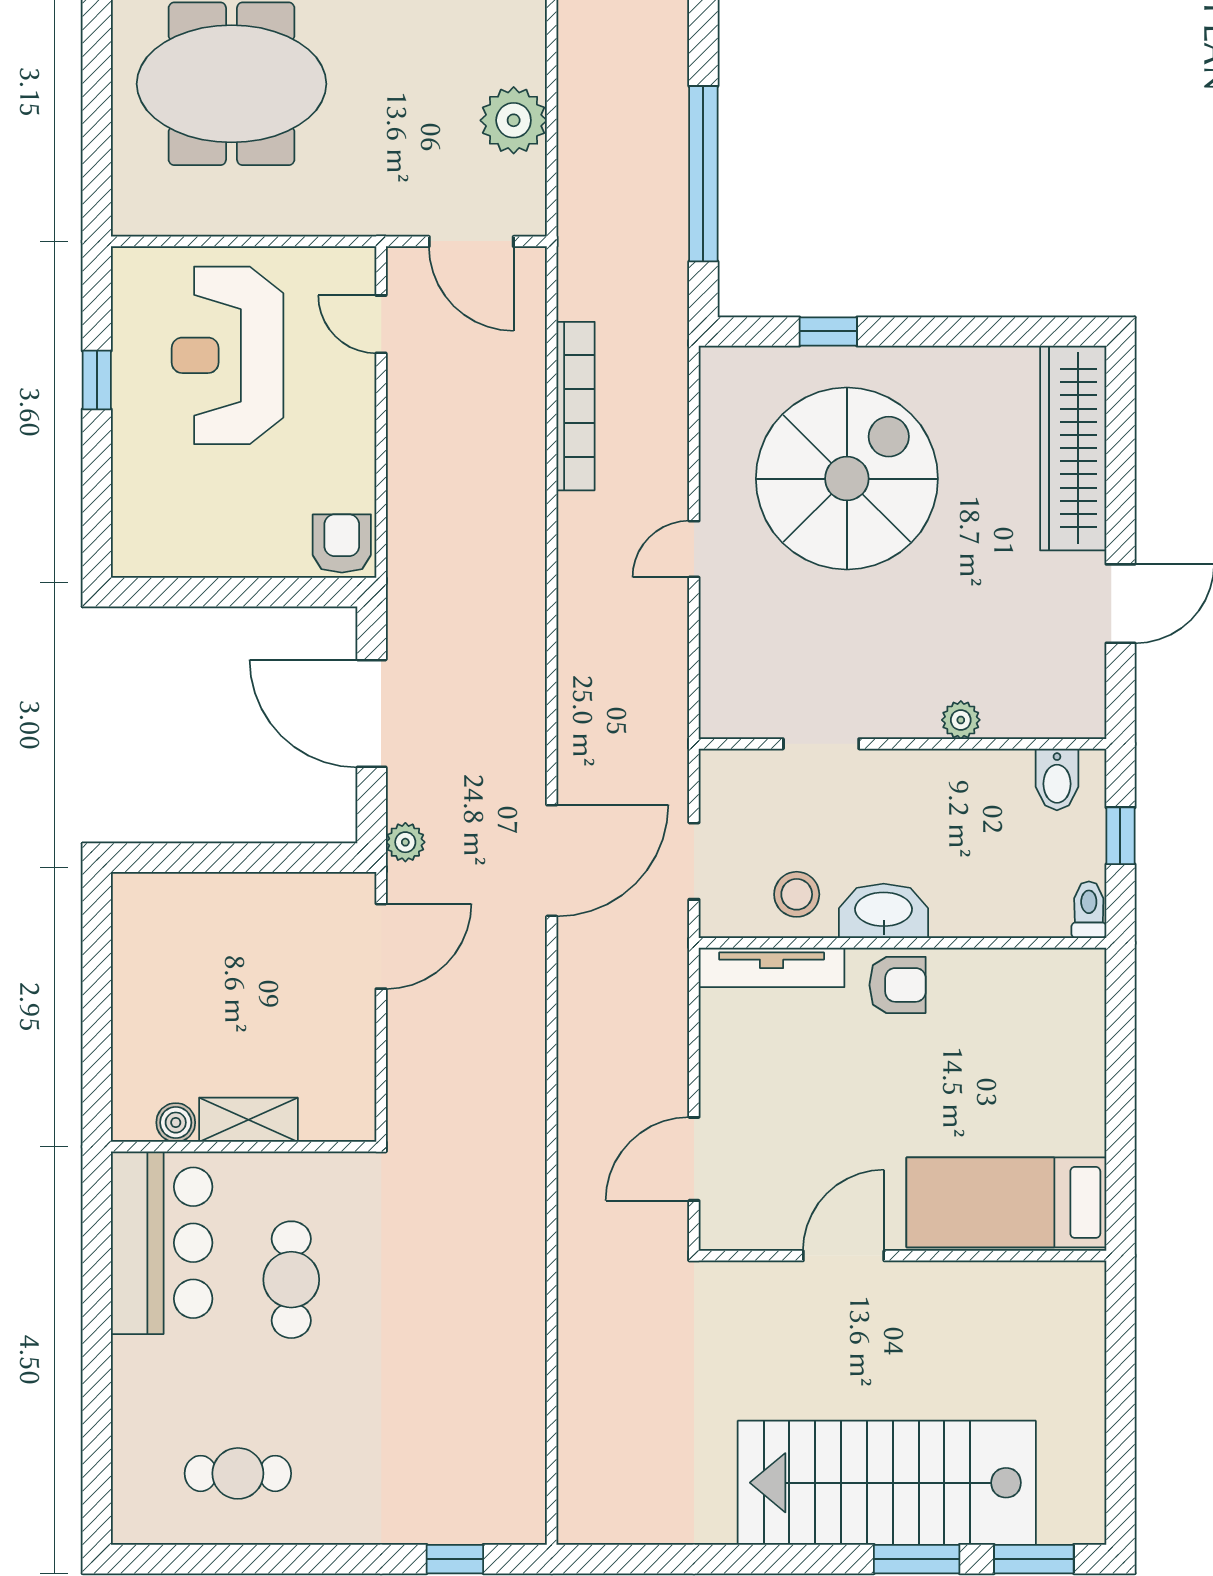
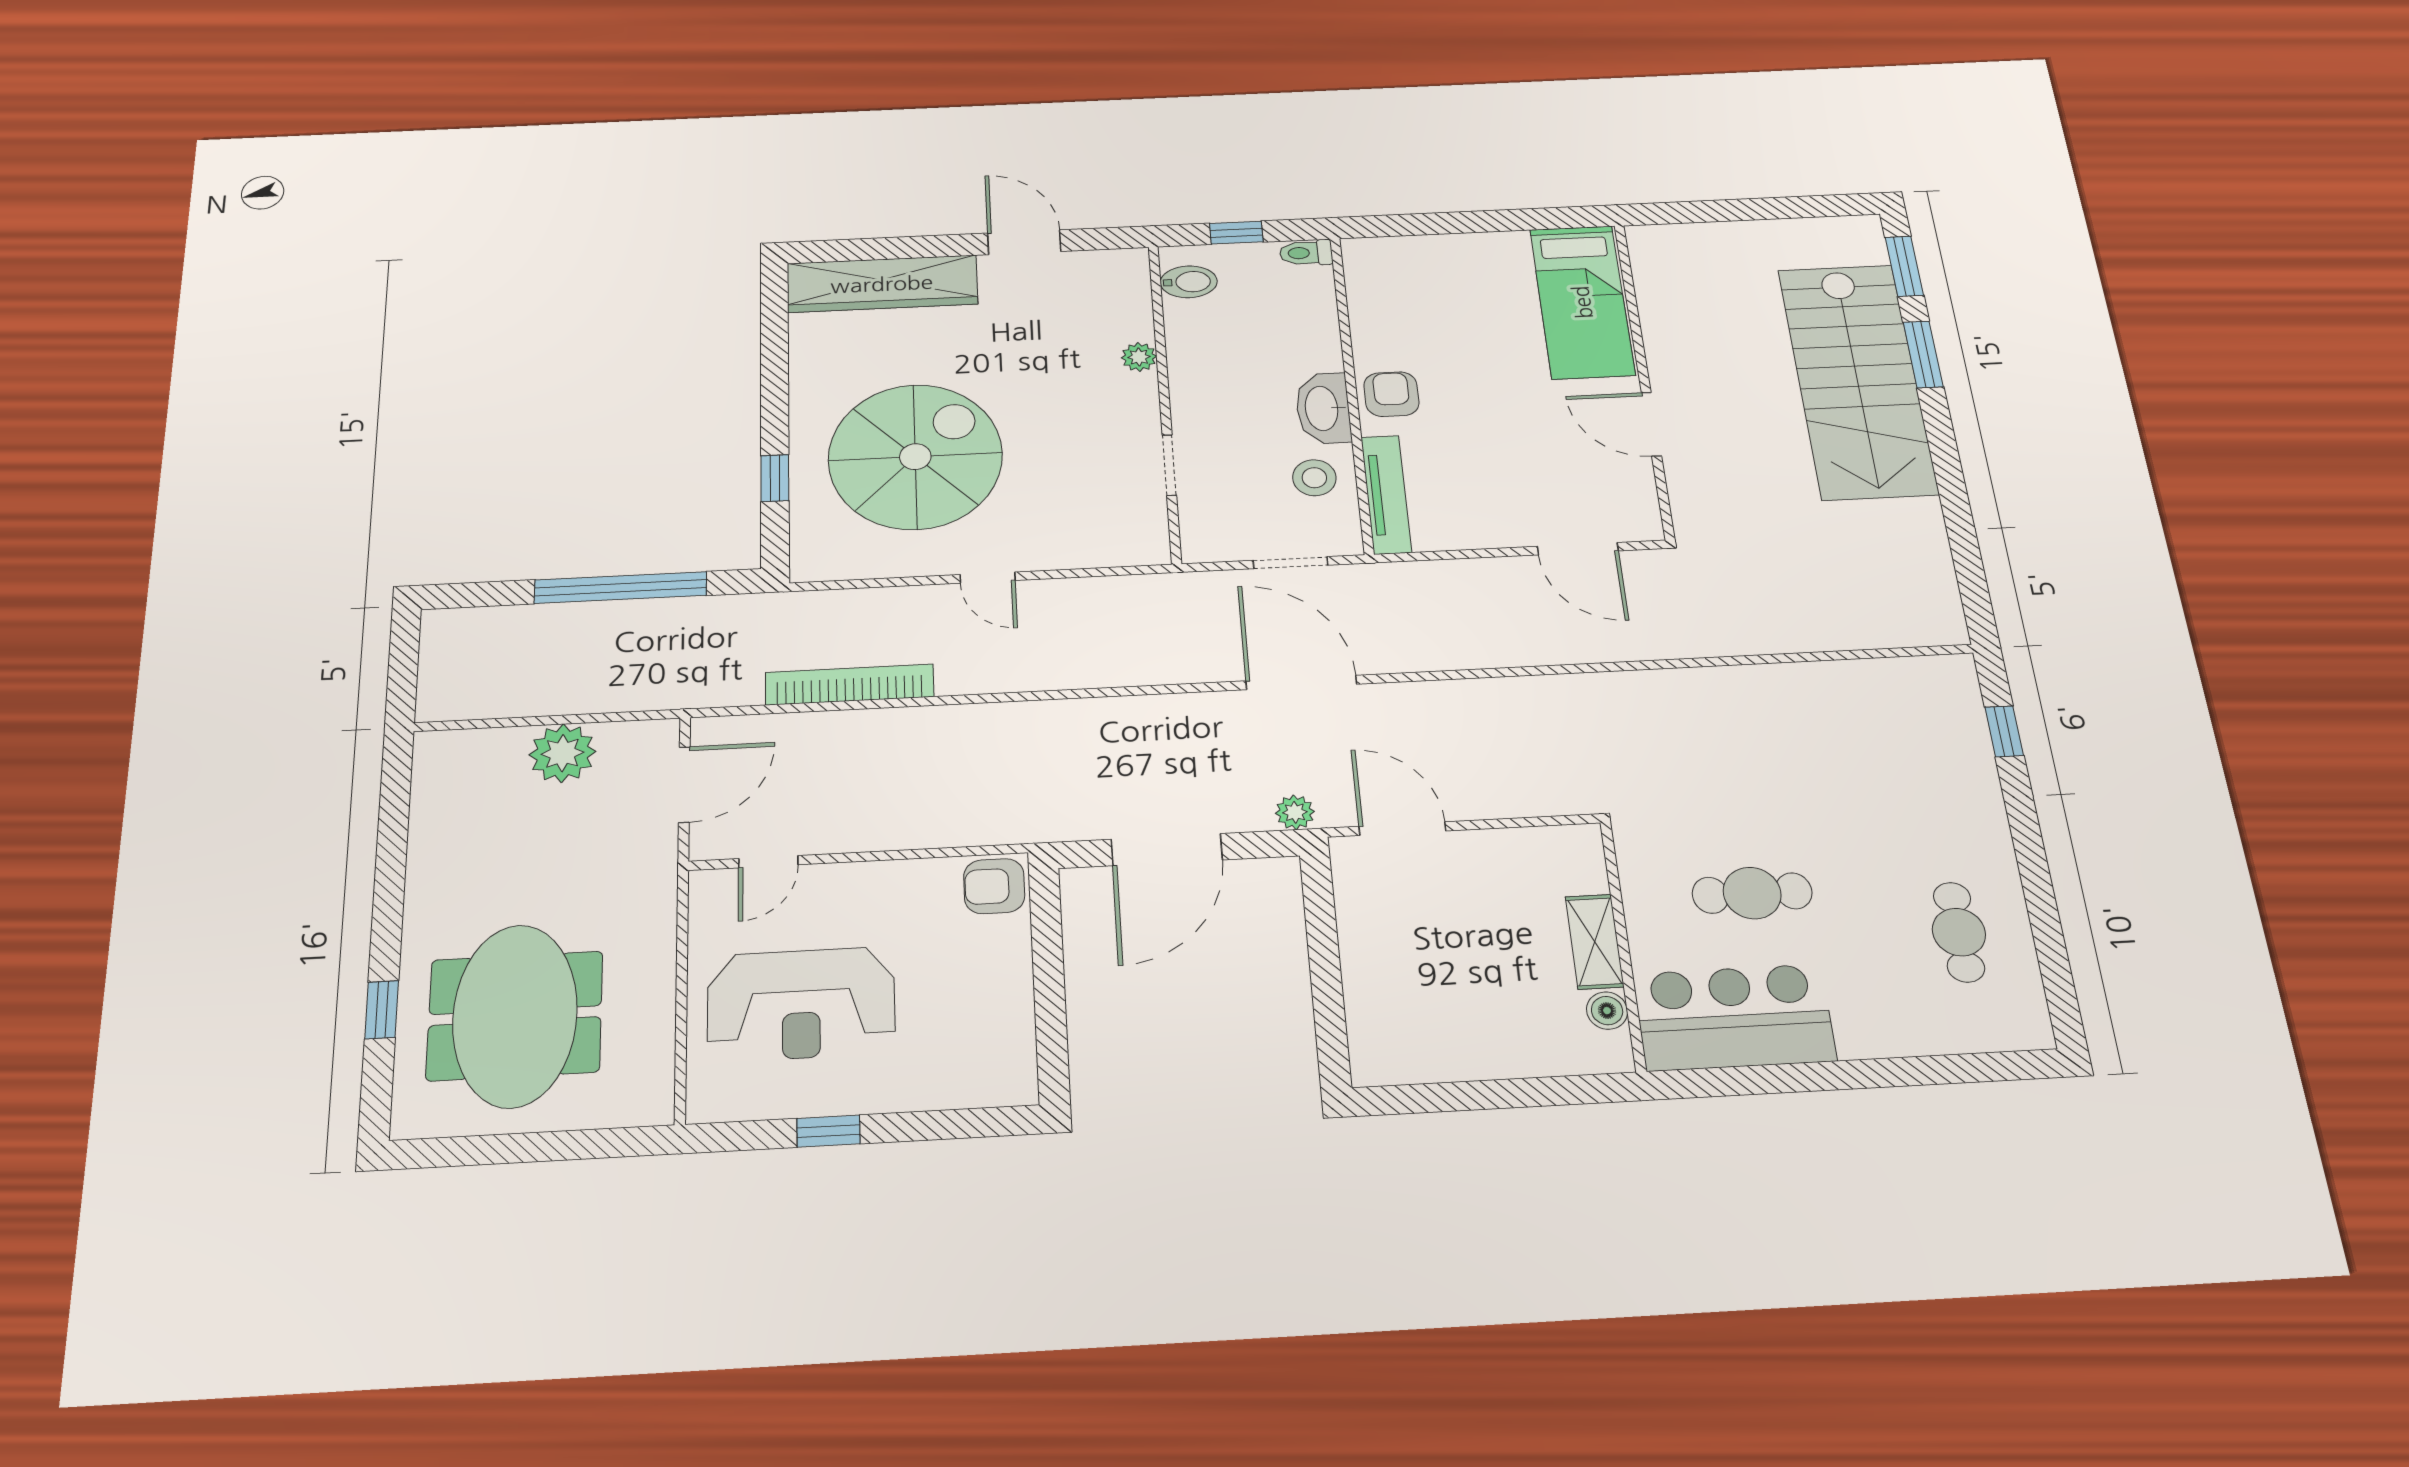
spiral stairs: (847, 479) -> (915, 457), turned 90

